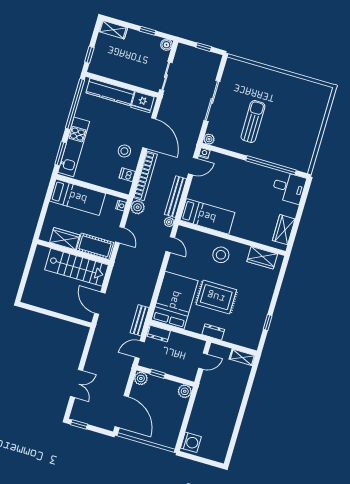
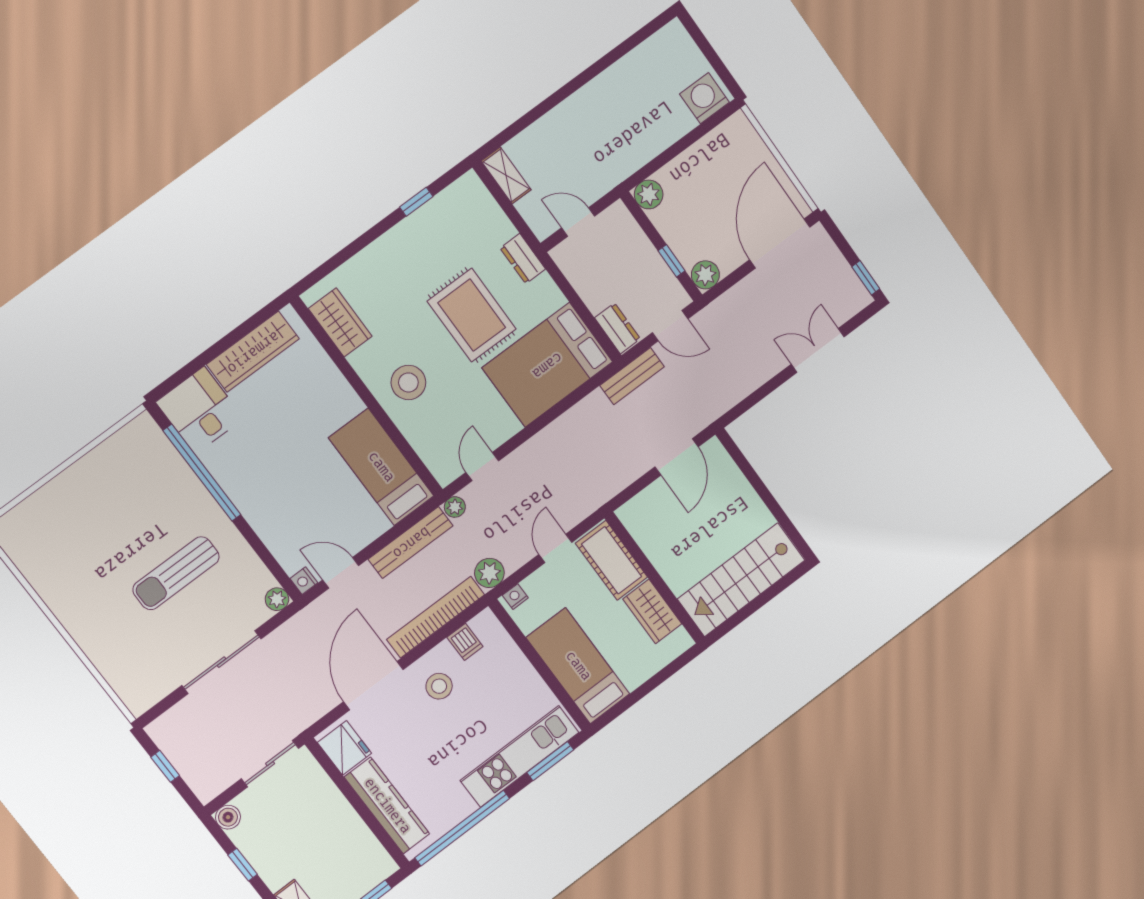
wardrobe: (284, 230) -> (253, 352), width x1.50
stairs: (76, 267) -> (741, 580), moved, turned -90

